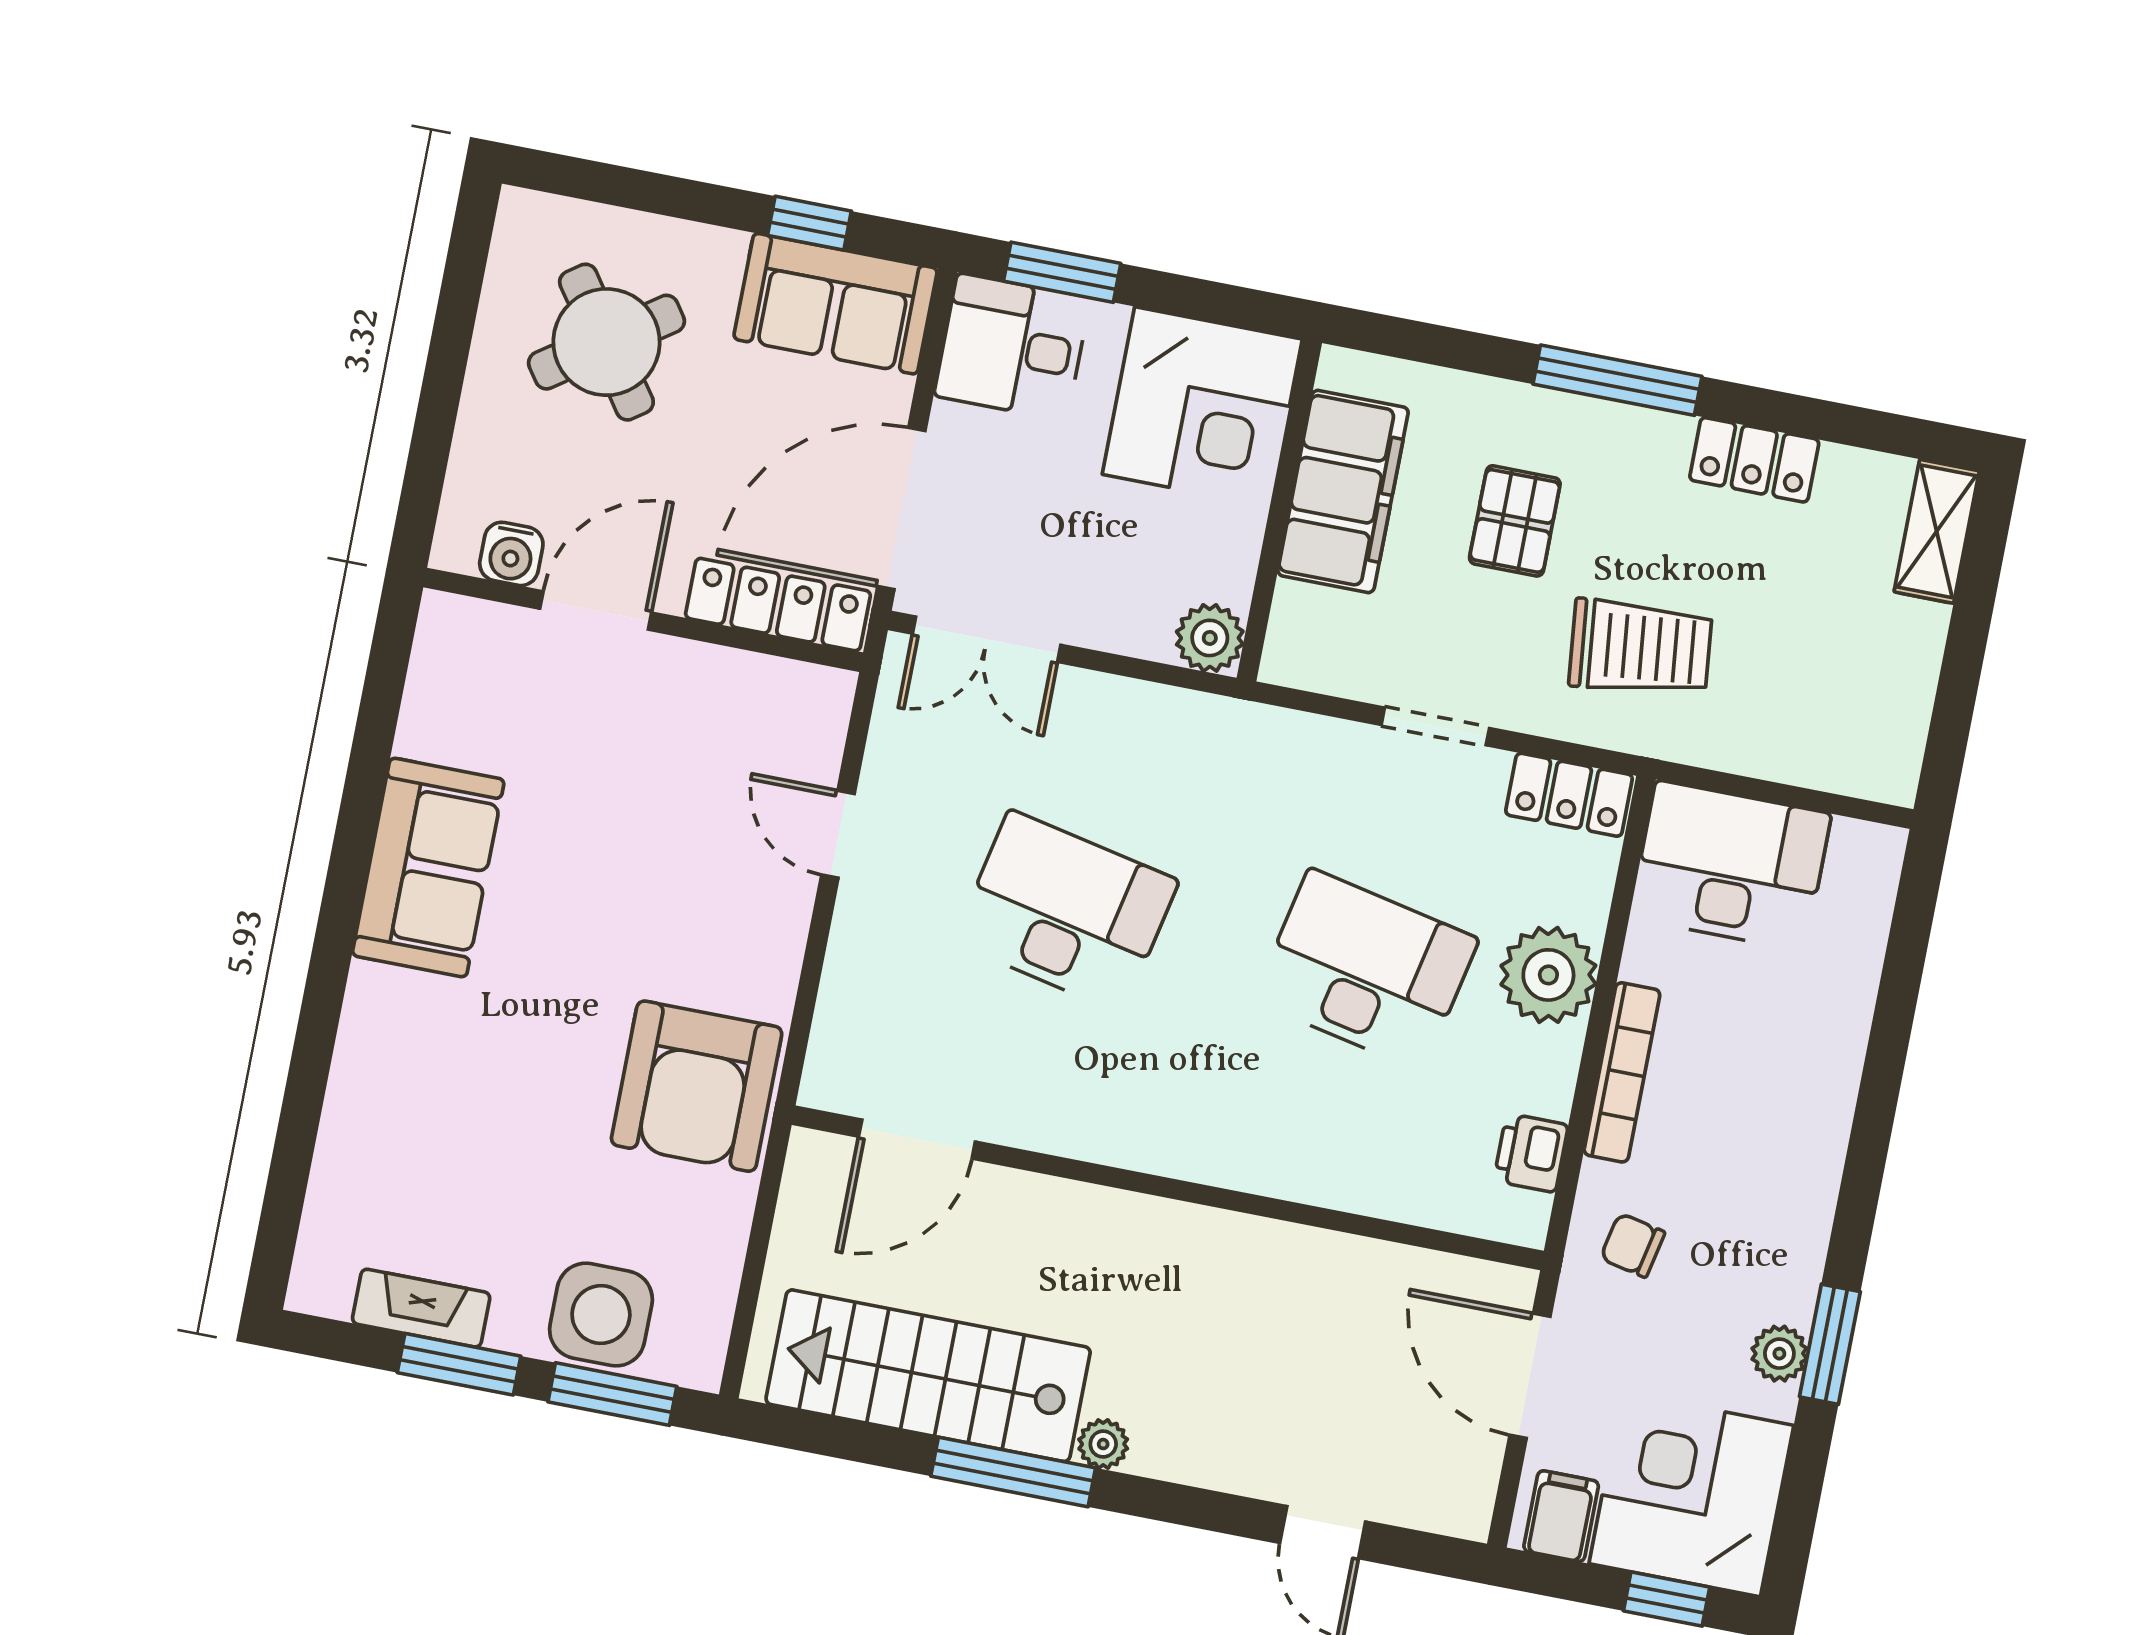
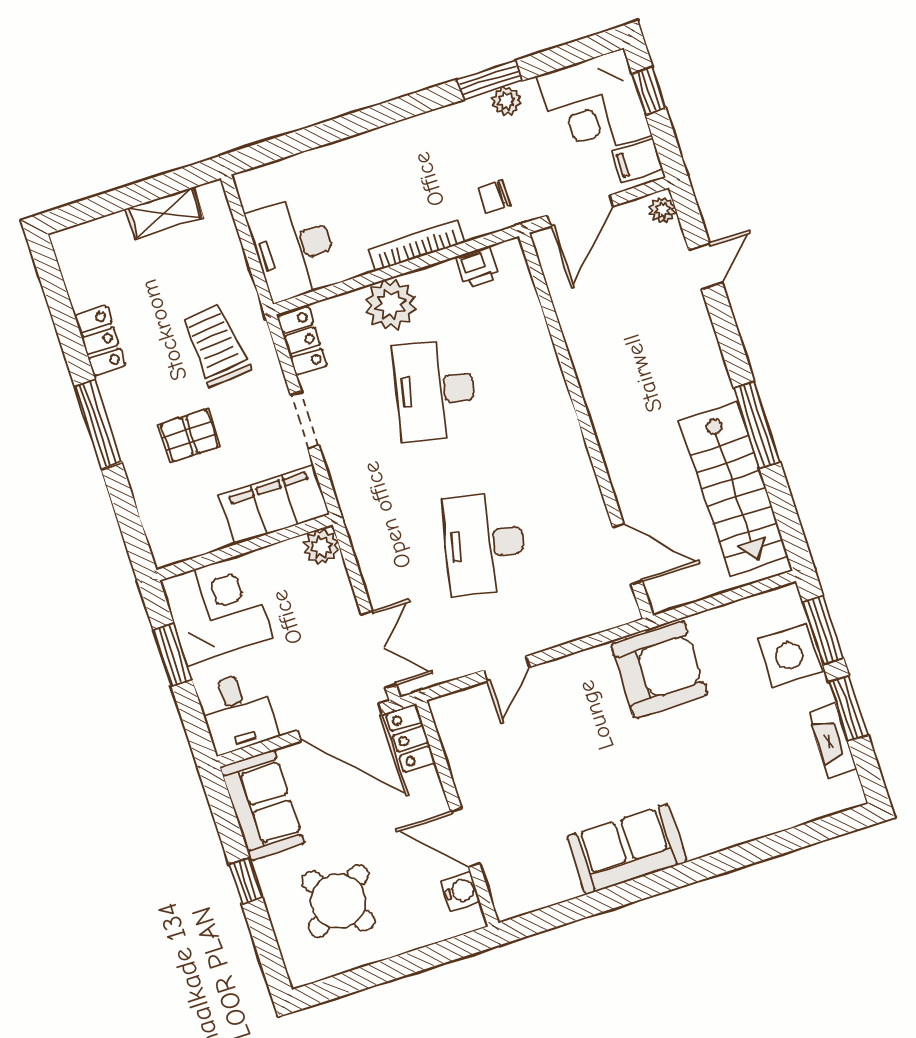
window: (809, 223) -> (246, 881), moved
window: (1062, 272) -> (173, 655), moved
filing cabinet: (1343, 491) -> (274, 505), moved
shelving: (1937, 531) -> (164, 213), moved
locker: (778, 605) -> (411, 739), width x0.66
chair: (1633, 1245) -> (494, 196), turned 78
plant: (1103, 1444) -> (663, 210), moved

